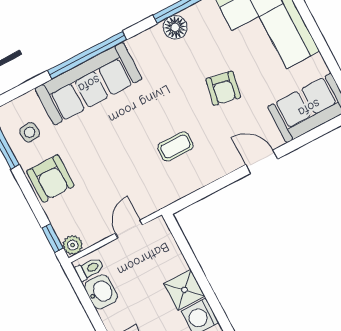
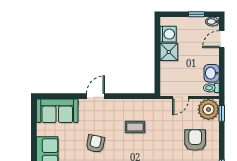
door: (262, 162) -> (96, 96), swing flipped
armchair: (50, 178) -> (195, 140), moved
plant: (73, 245) -> (208, 109), width x1.87, depth x1.87

